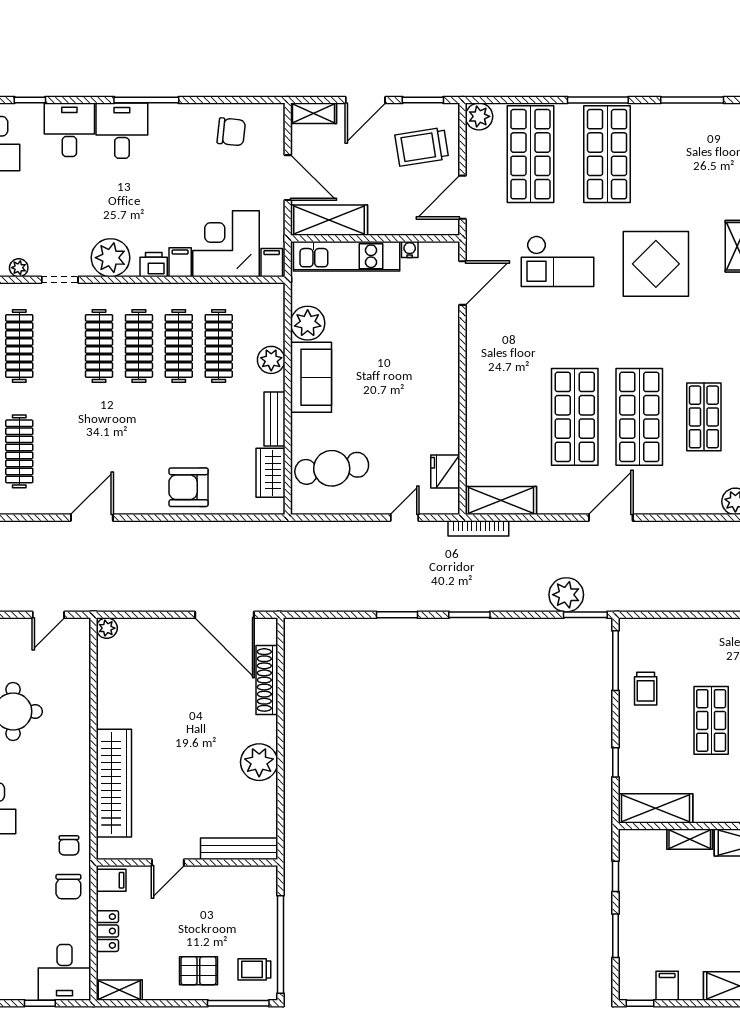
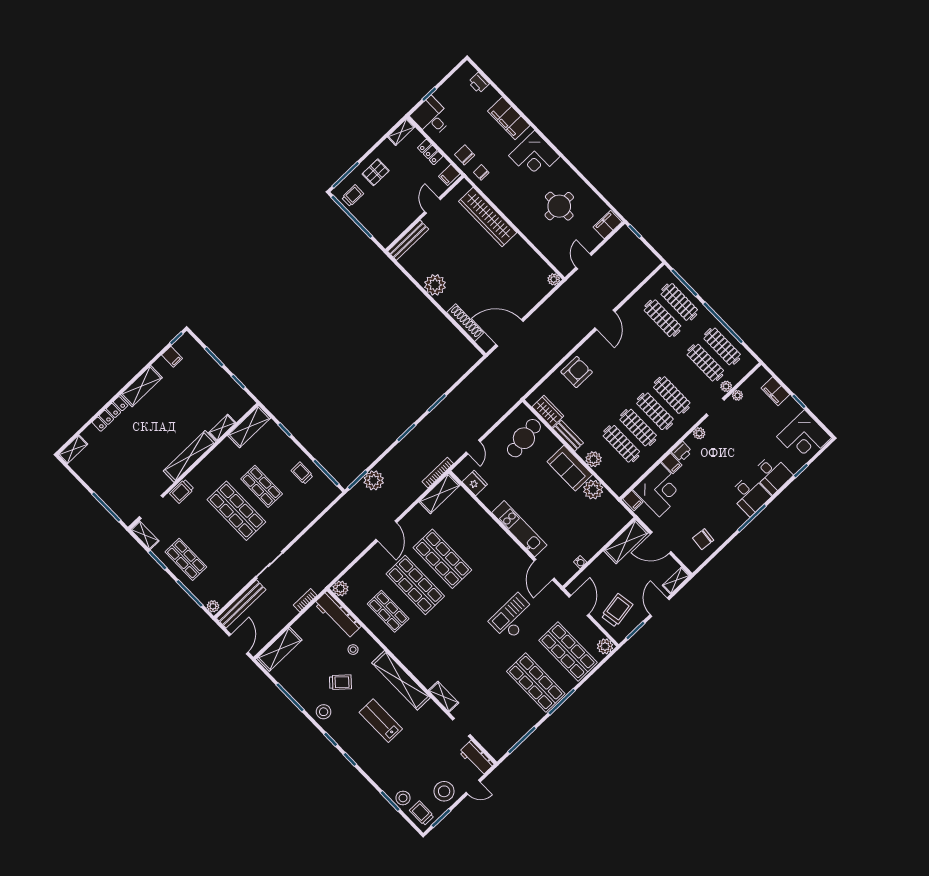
kitchen unit: (347, 256) -> (519, 529), moved, turned 90
plant: (111, 258) -> (699, 433), width x0.53, depth x0.53
display table: (656, 264) -> (471, 656), removed
plant: (22, 292) -> (726, 386), added

